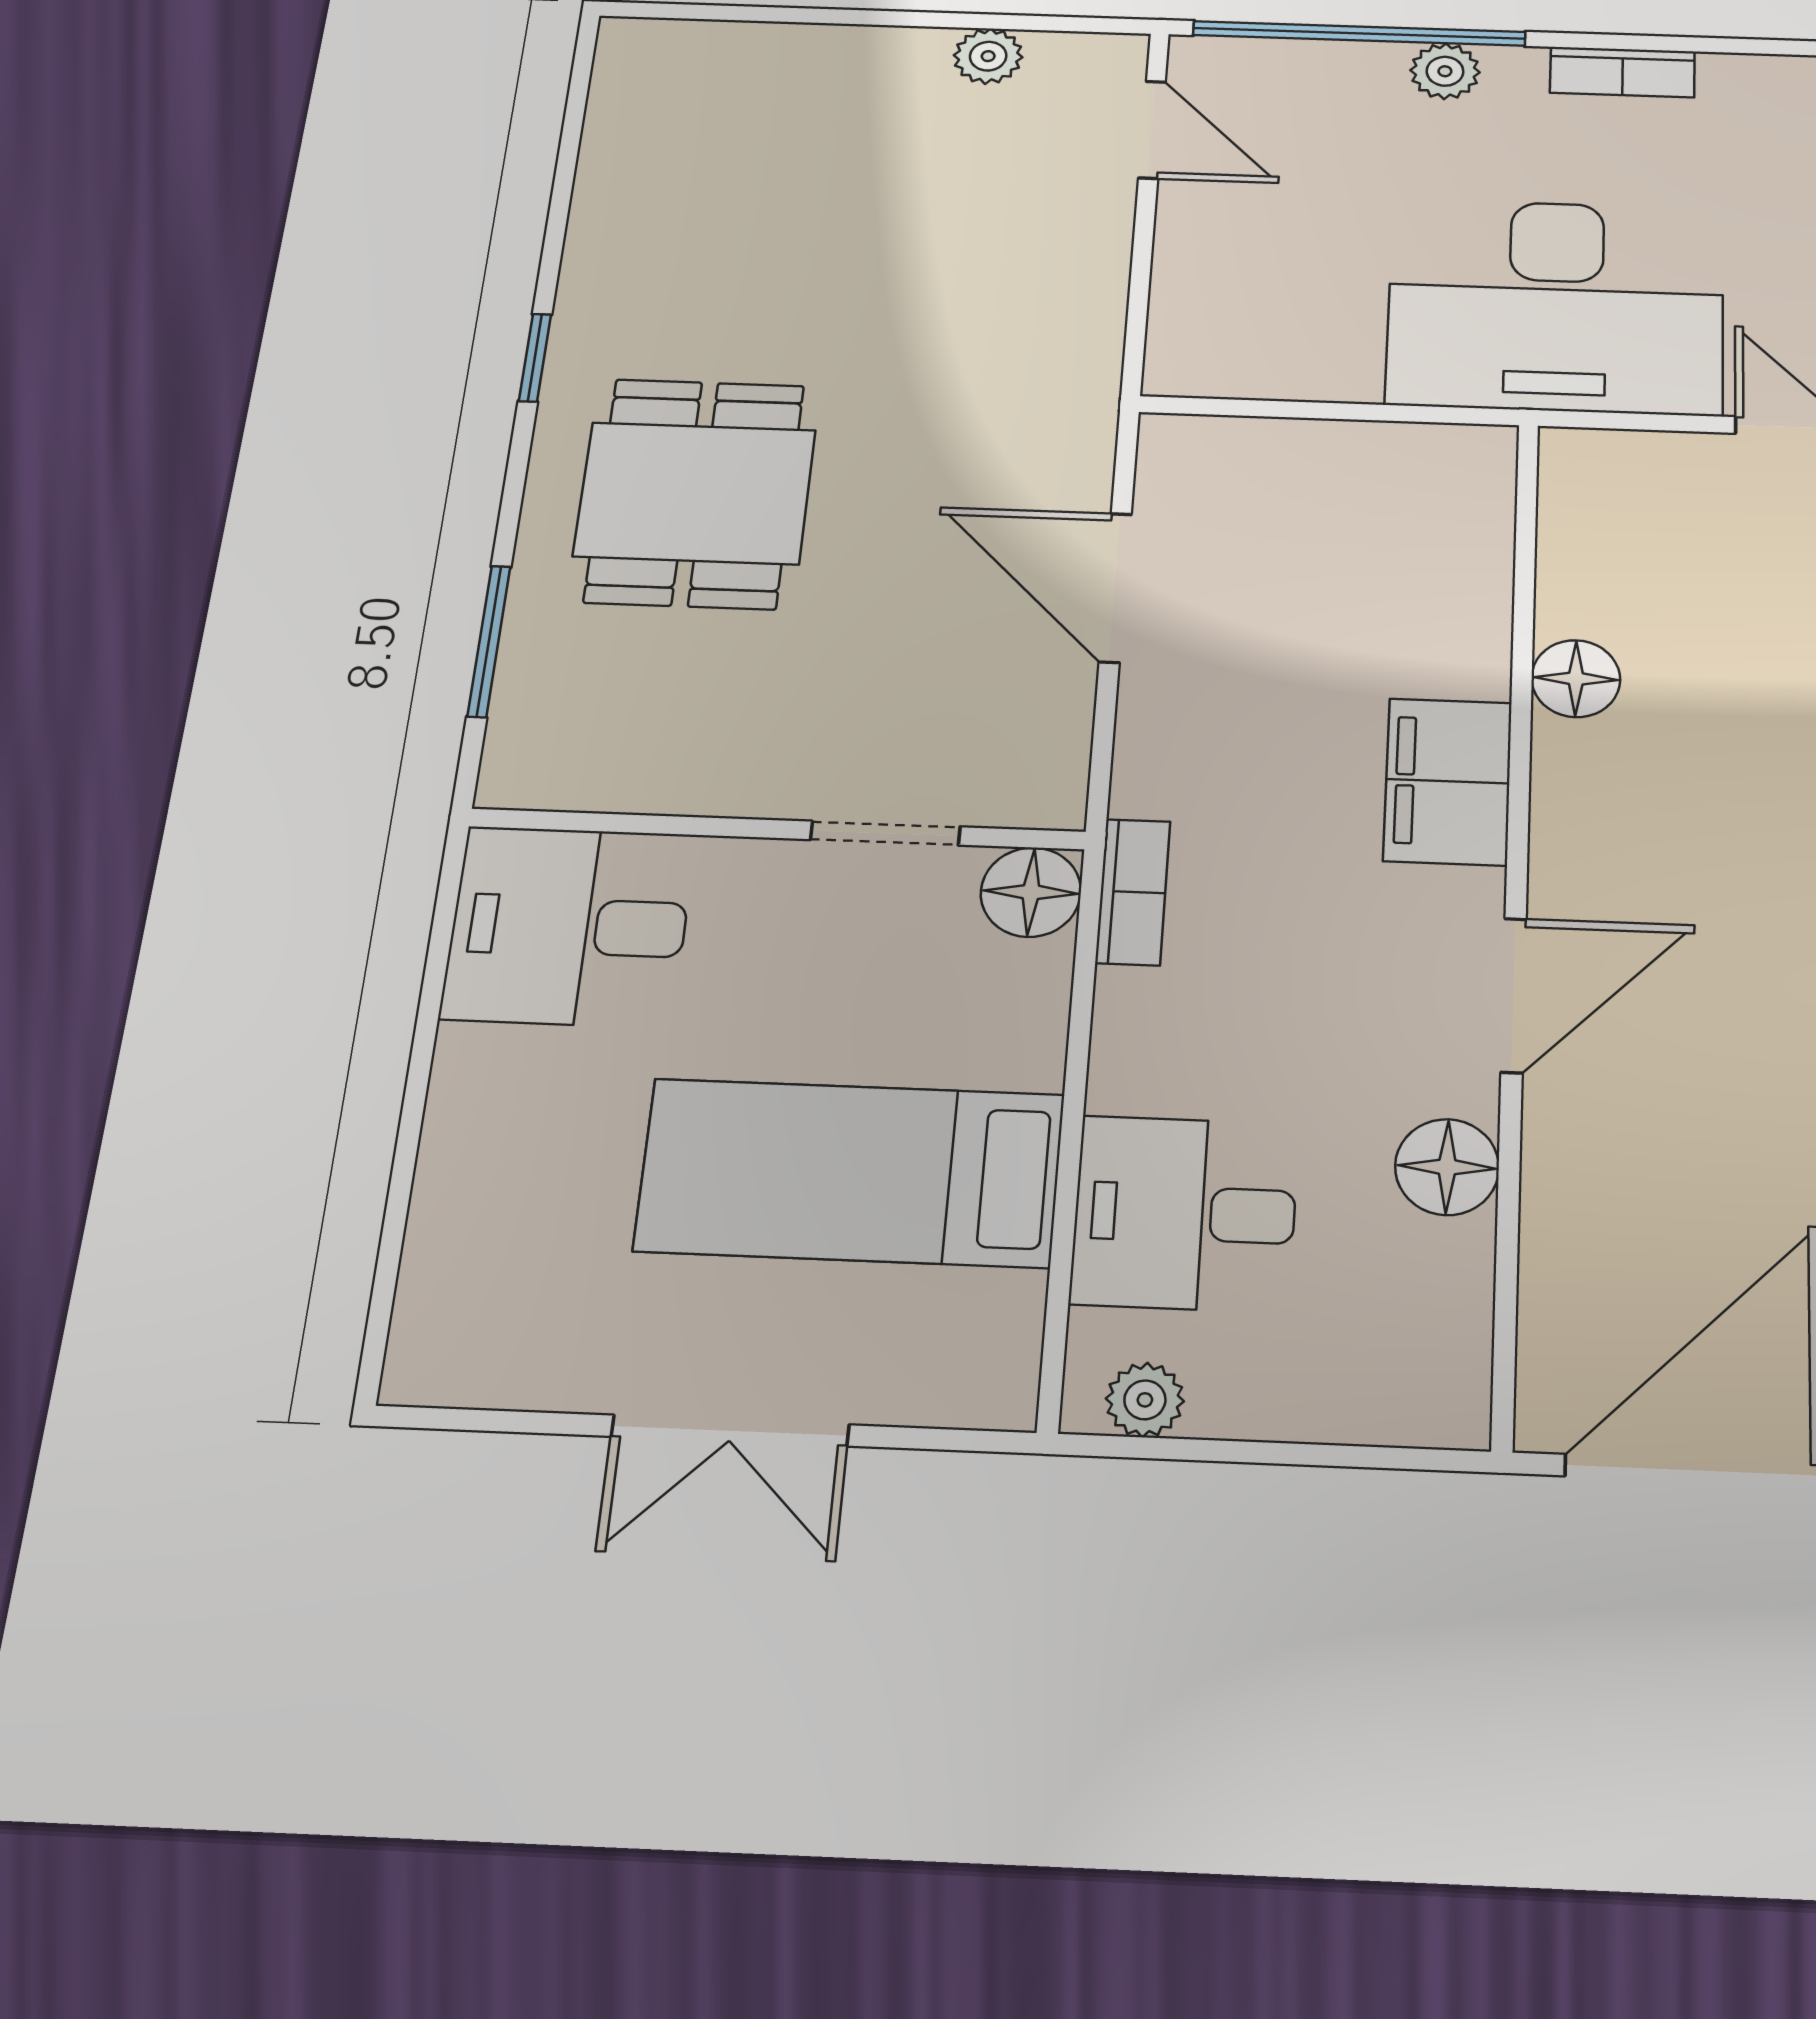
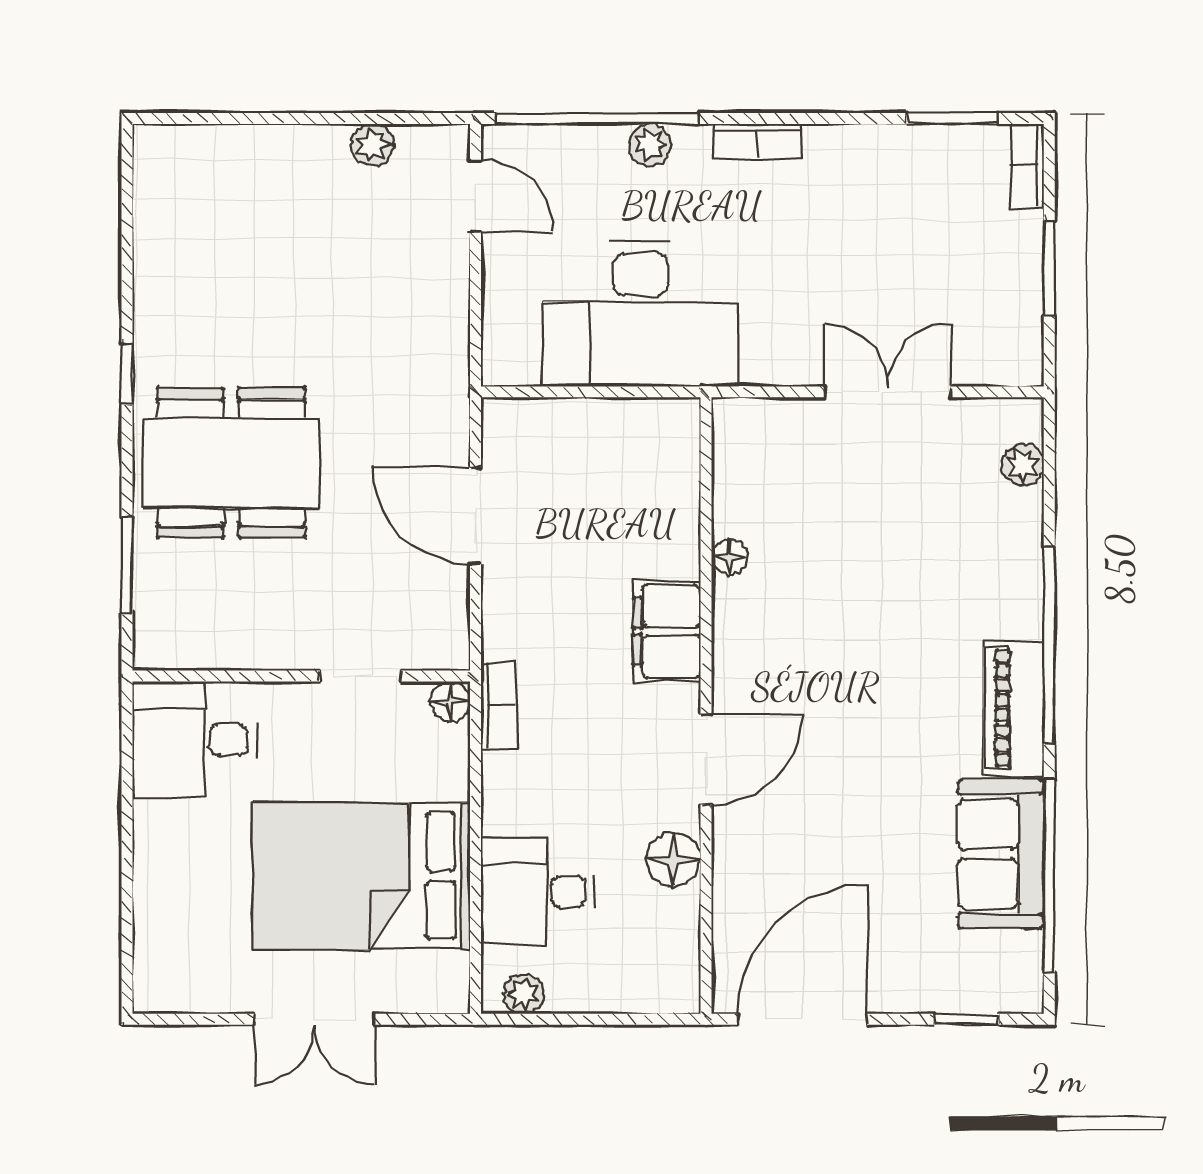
desk: (1556, 306) -> (640, 313), moved
dining table: (695, 493) -> (231, 463), width x1.38
floor lamp: (1576, 679) -> (729, 557), width x0.73, depth x0.73
floor lamp: (1031, 892) -> (450, 701), width x0.73, depth x0.73
bed: (850, 1173) -> (361, 876), width x1.50

